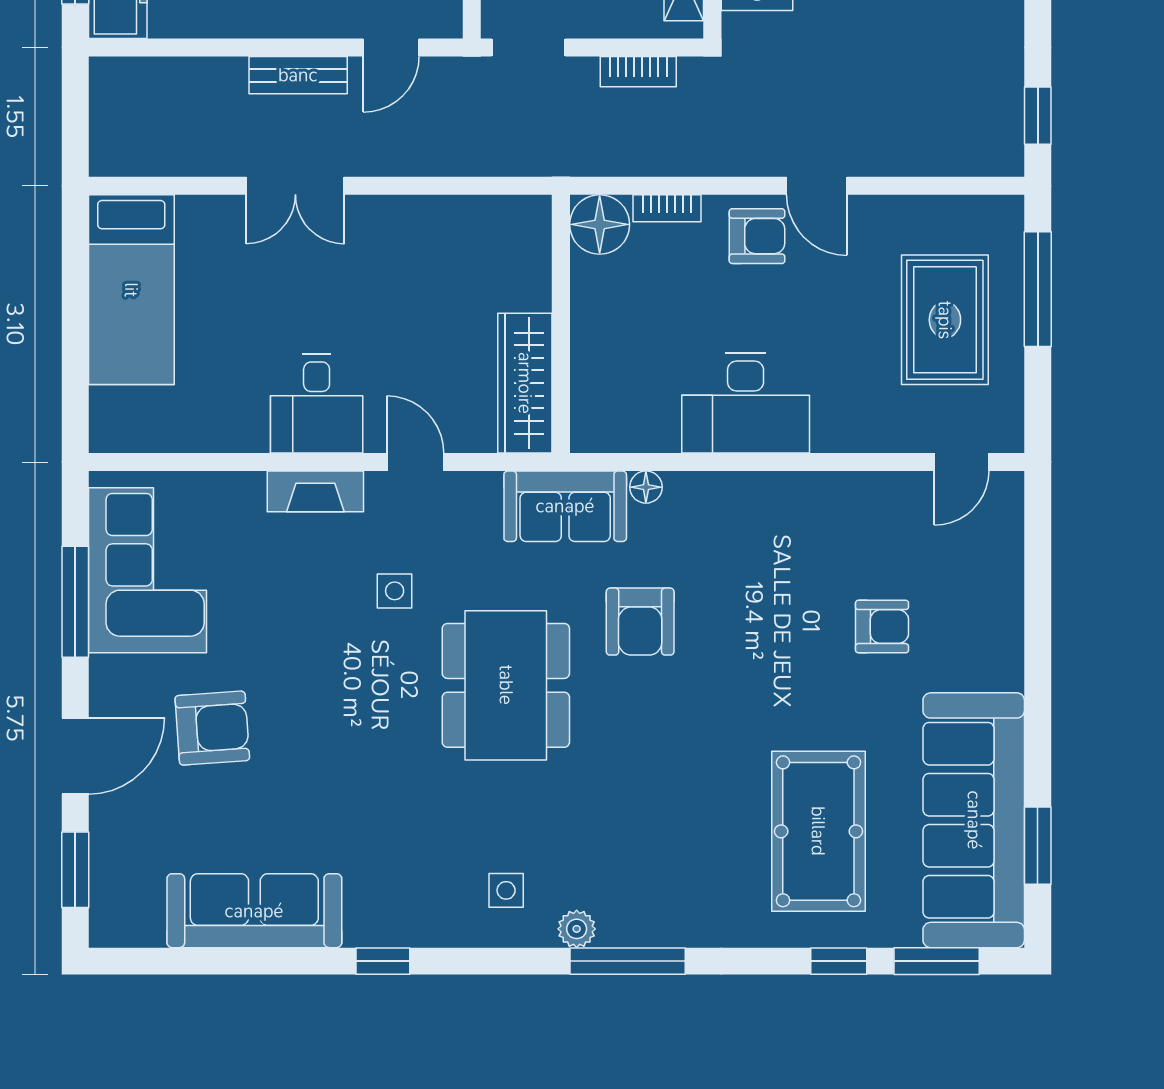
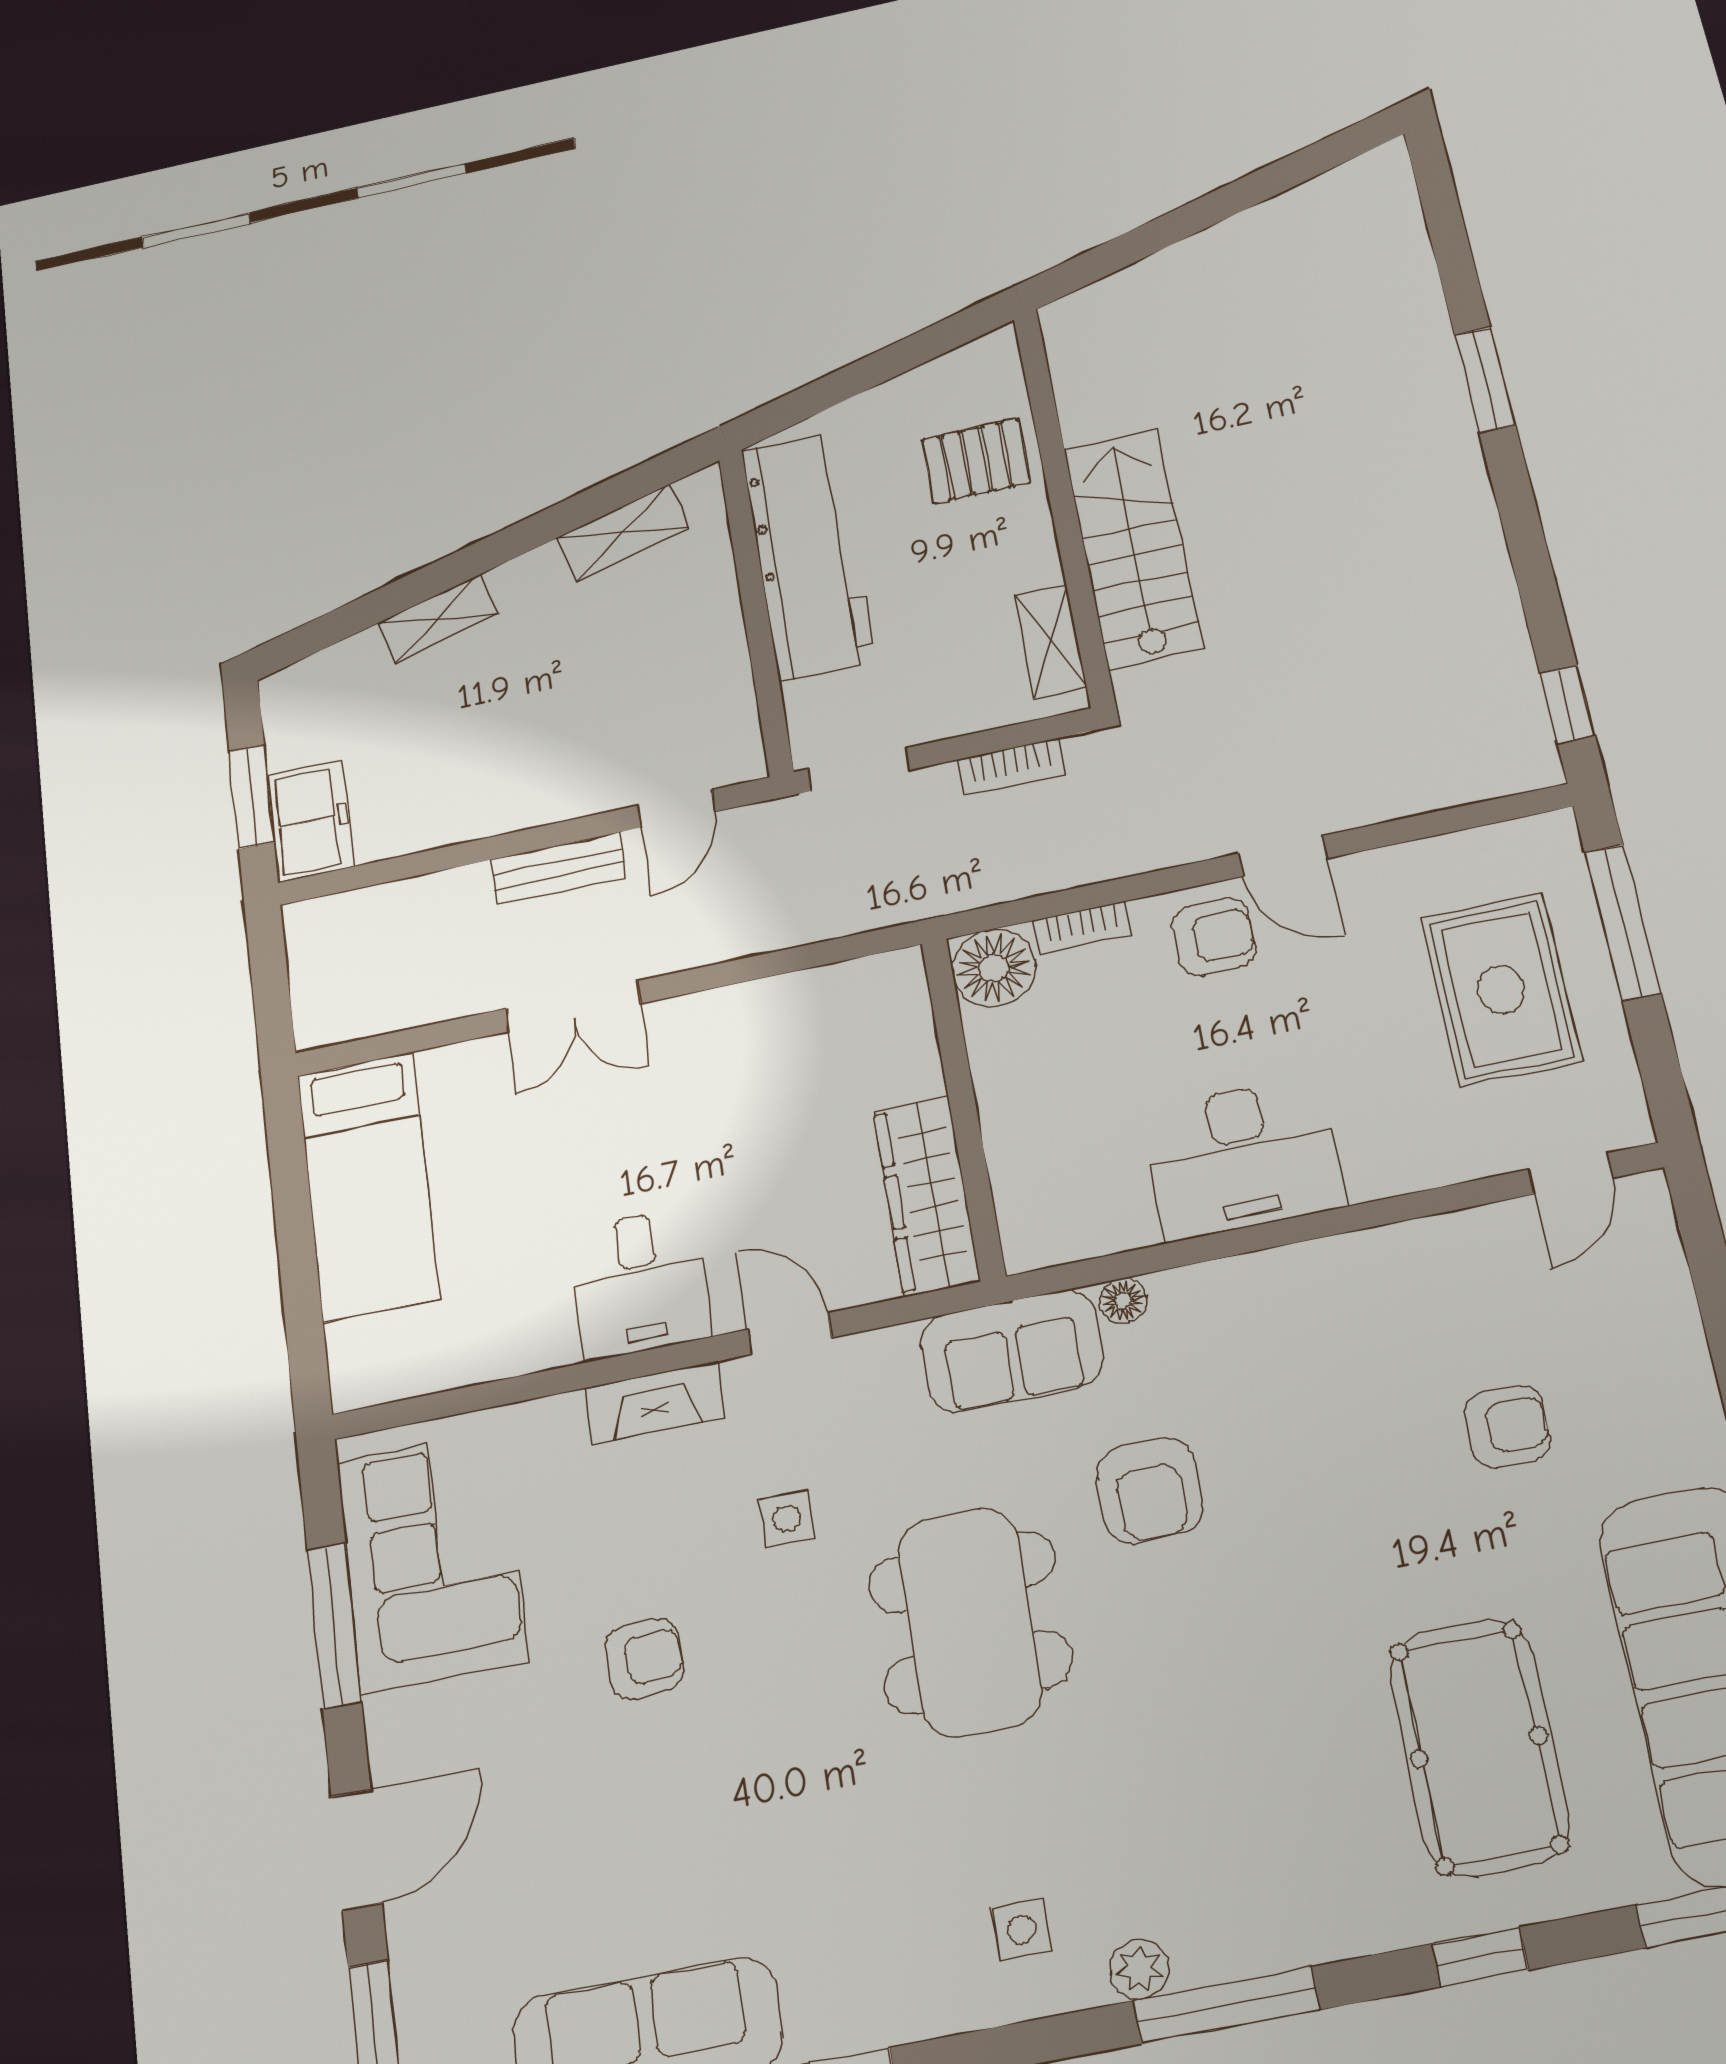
armchair: (212, 728) -> (644, 1659), moved, width x0.72, depth x0.72
window: (839, 961) -> (1480, 1957), moved

